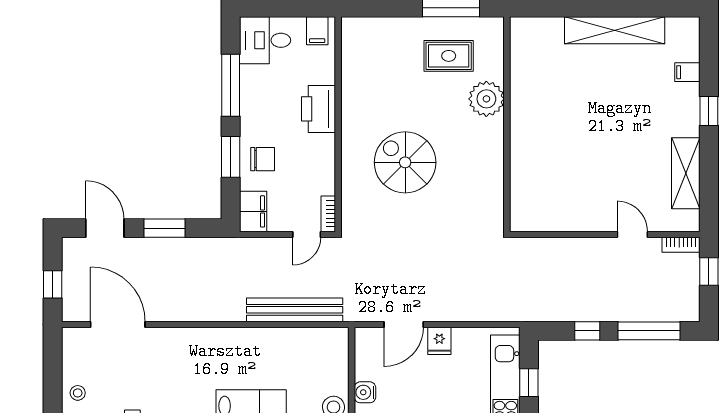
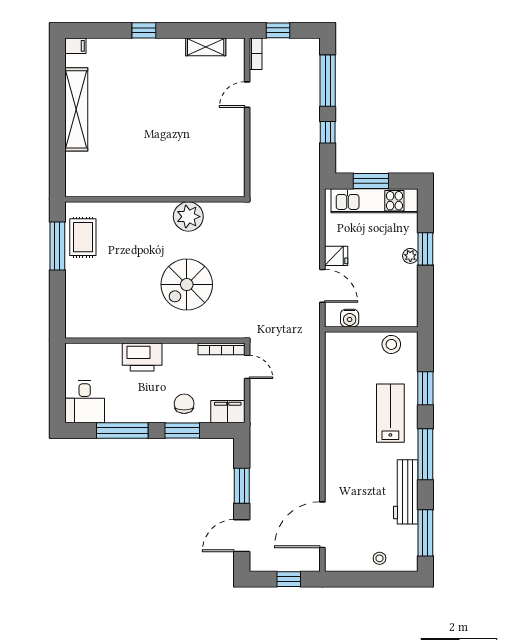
filing cabinet: (317, 31) -> (77, 358), removed
rug: (449, 56) -> (83, 237), moved
filing cabinet: (687, 72) -> (75, 46), moved, turned -90
plant: (486, 99) -> (188, 217), moved
shelving: (686, 173) -> (206, 47), width x0.67, depth x0.75
bookcase: (328, 214) -> (221, 349), width x1.56
bench: (295, 310) -> (310, 377), removed
window: (529, 383) -> (371, 181), width x1.50
water cooler: (365, 392) -> (350, 318), moved

